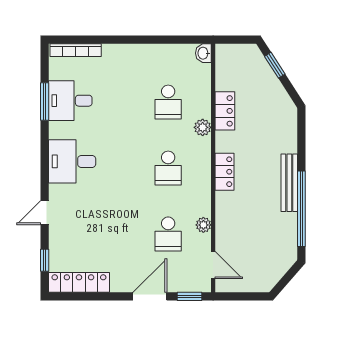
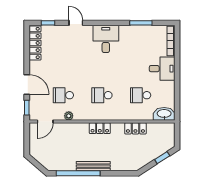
washbasin: (203, 53) -> (164, 114), width x1.91, depth x1.45
desk: (70, 101) -> (162, 69), moved, turned 90
plant: (203, 127) -> (126, 115), removed

